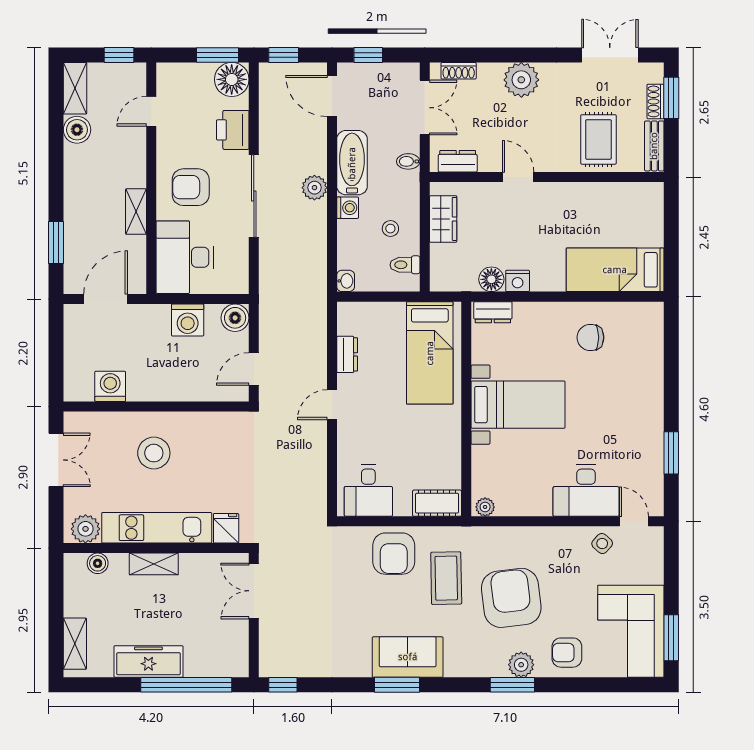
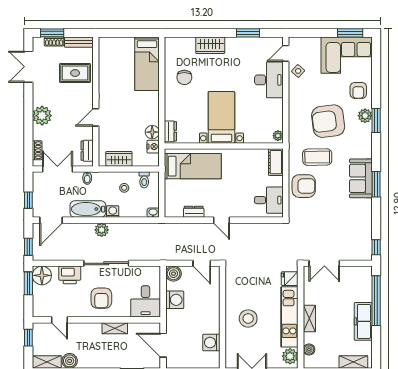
desk: (185, 257) -> (146, 301), width x0.73
nightstand: (518, 281) -> (153, 147), moved
wardrobe: (649, 384) -> (210, 45), added

